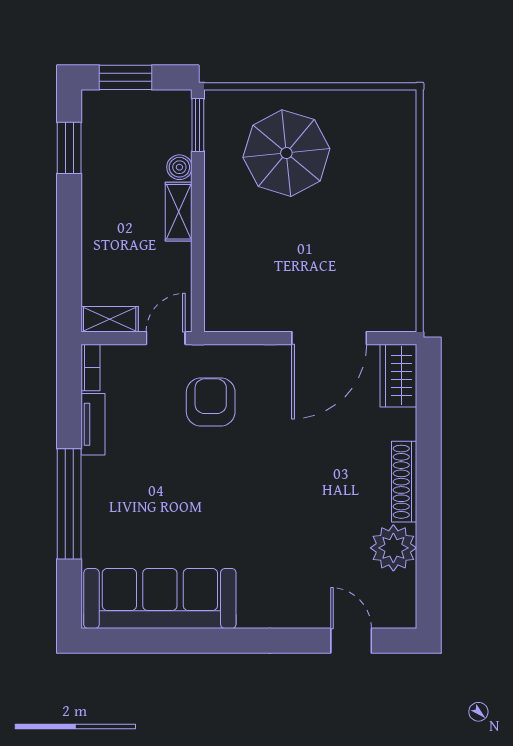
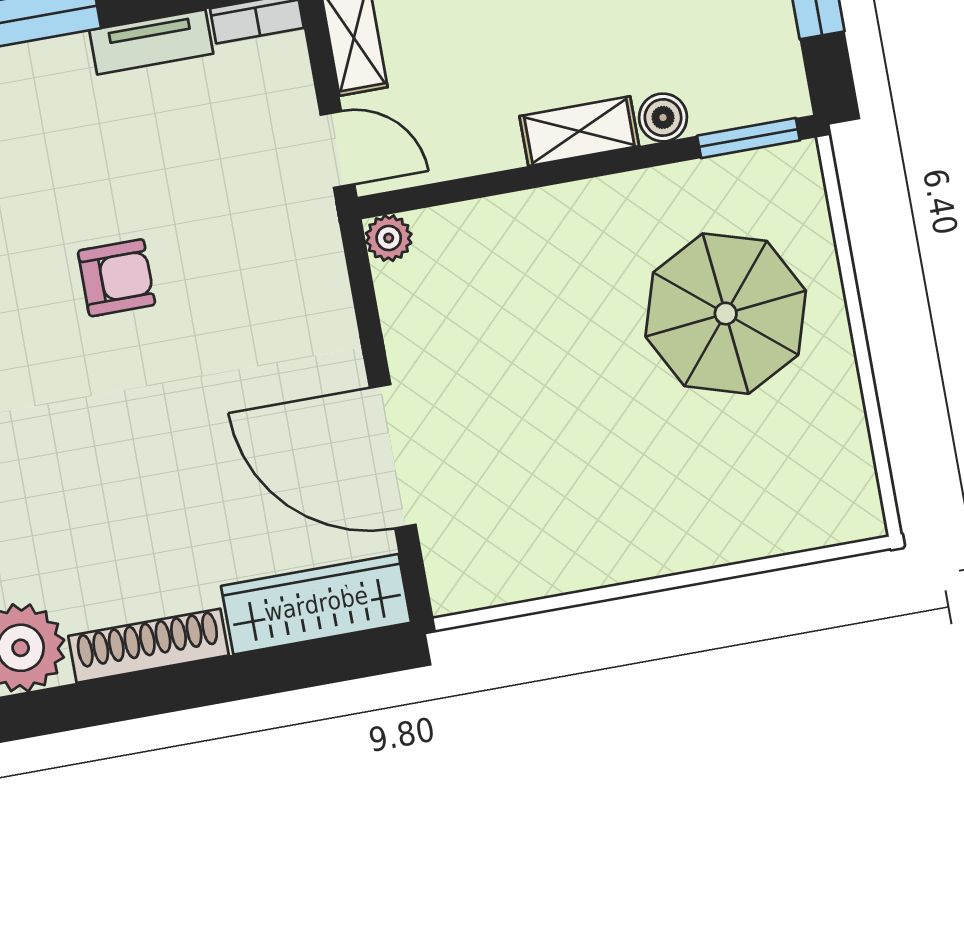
plant: (216, 320) -> (389, 238), added
wardrobe: (398, 376) -> (316, 604), width x1.50
armchair: (211, 402) -> (117, 278), moved, width x0.72, depth x0.72

